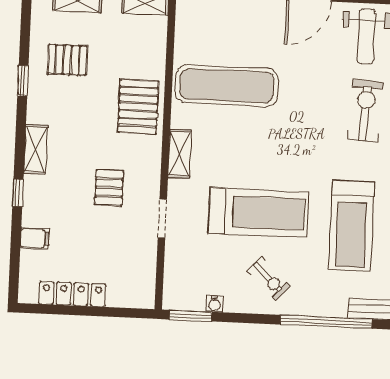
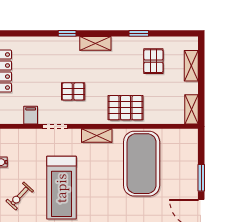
exercise mat: (227, 86) -> (142, 164), width x1.47
filing cabinet: (35, 239) -> (31, 115), moved, turned 180

